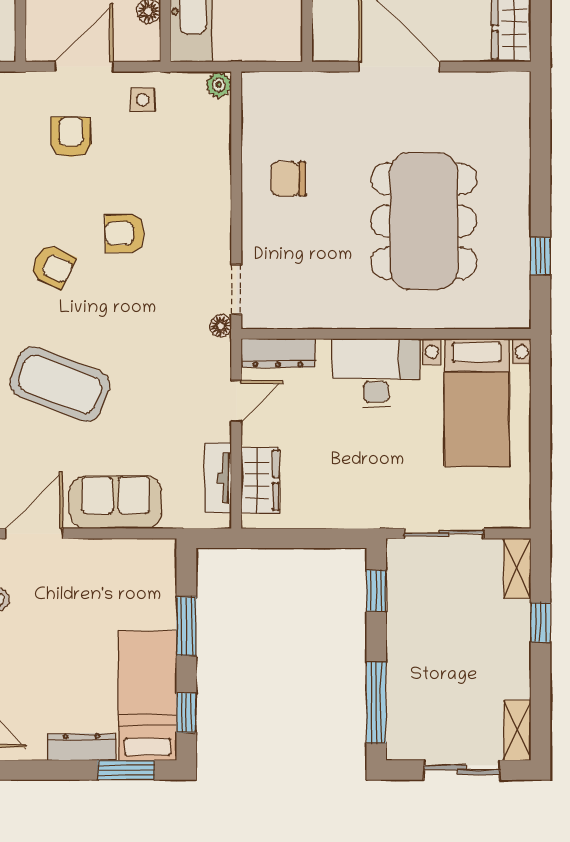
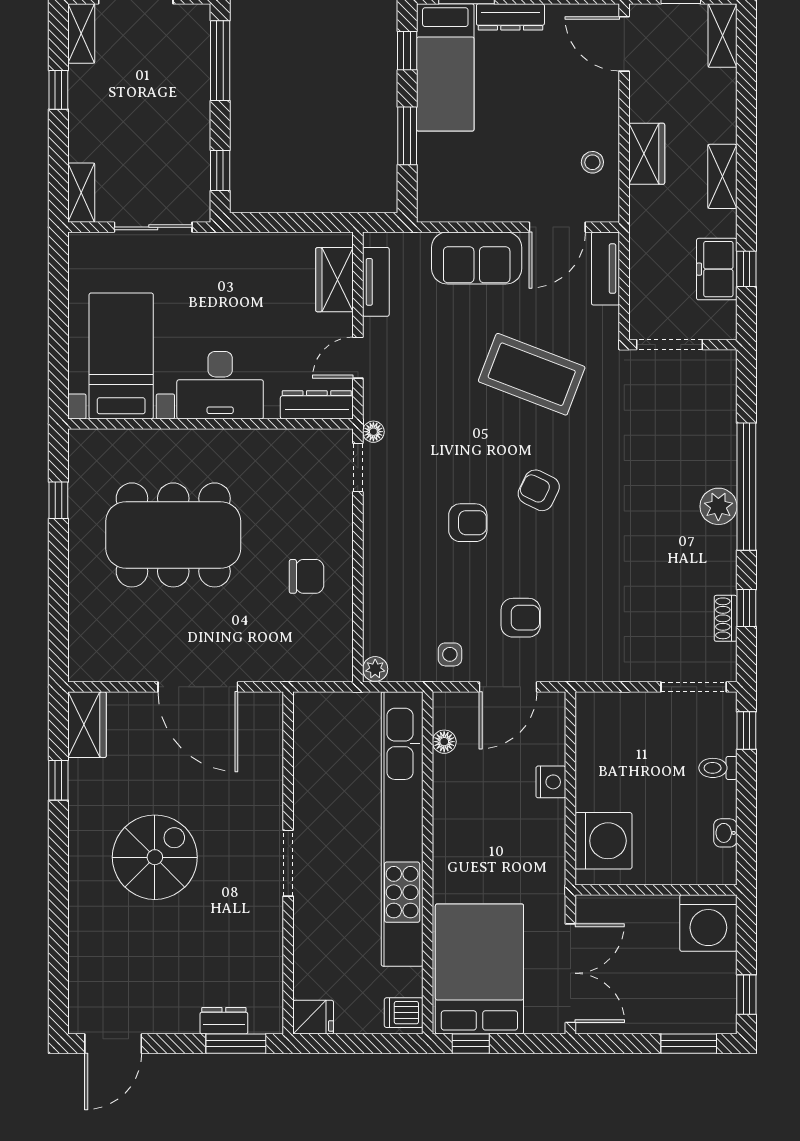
armchair: (71, 137) -> (521, 618), turned -90
dining table: (424, 221) -> (173, 535), turned 90
window: (540, 622) -> (58, 90), moved

